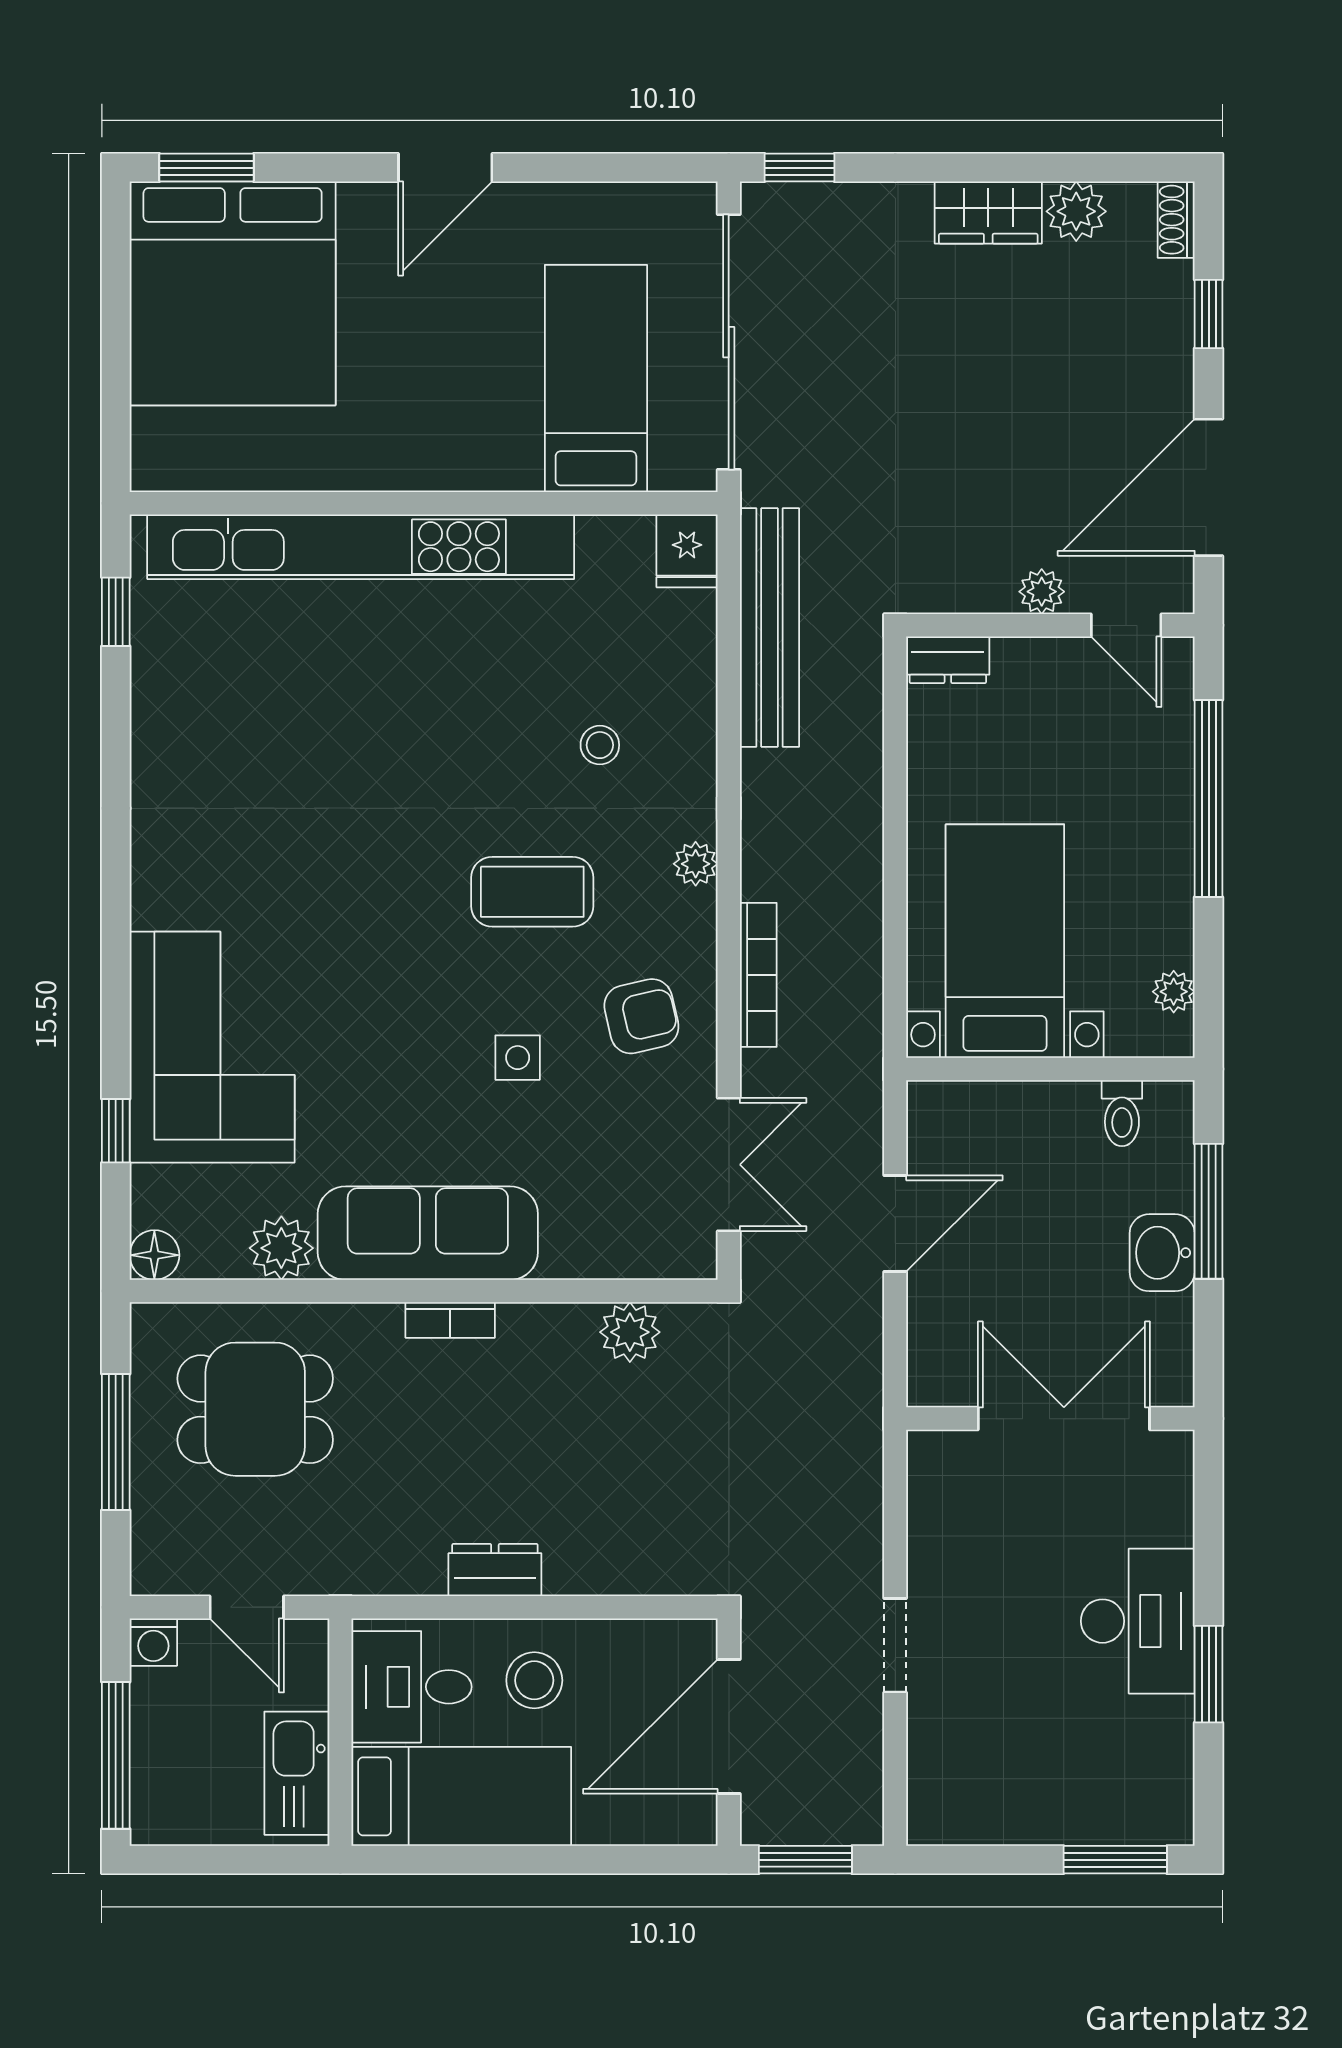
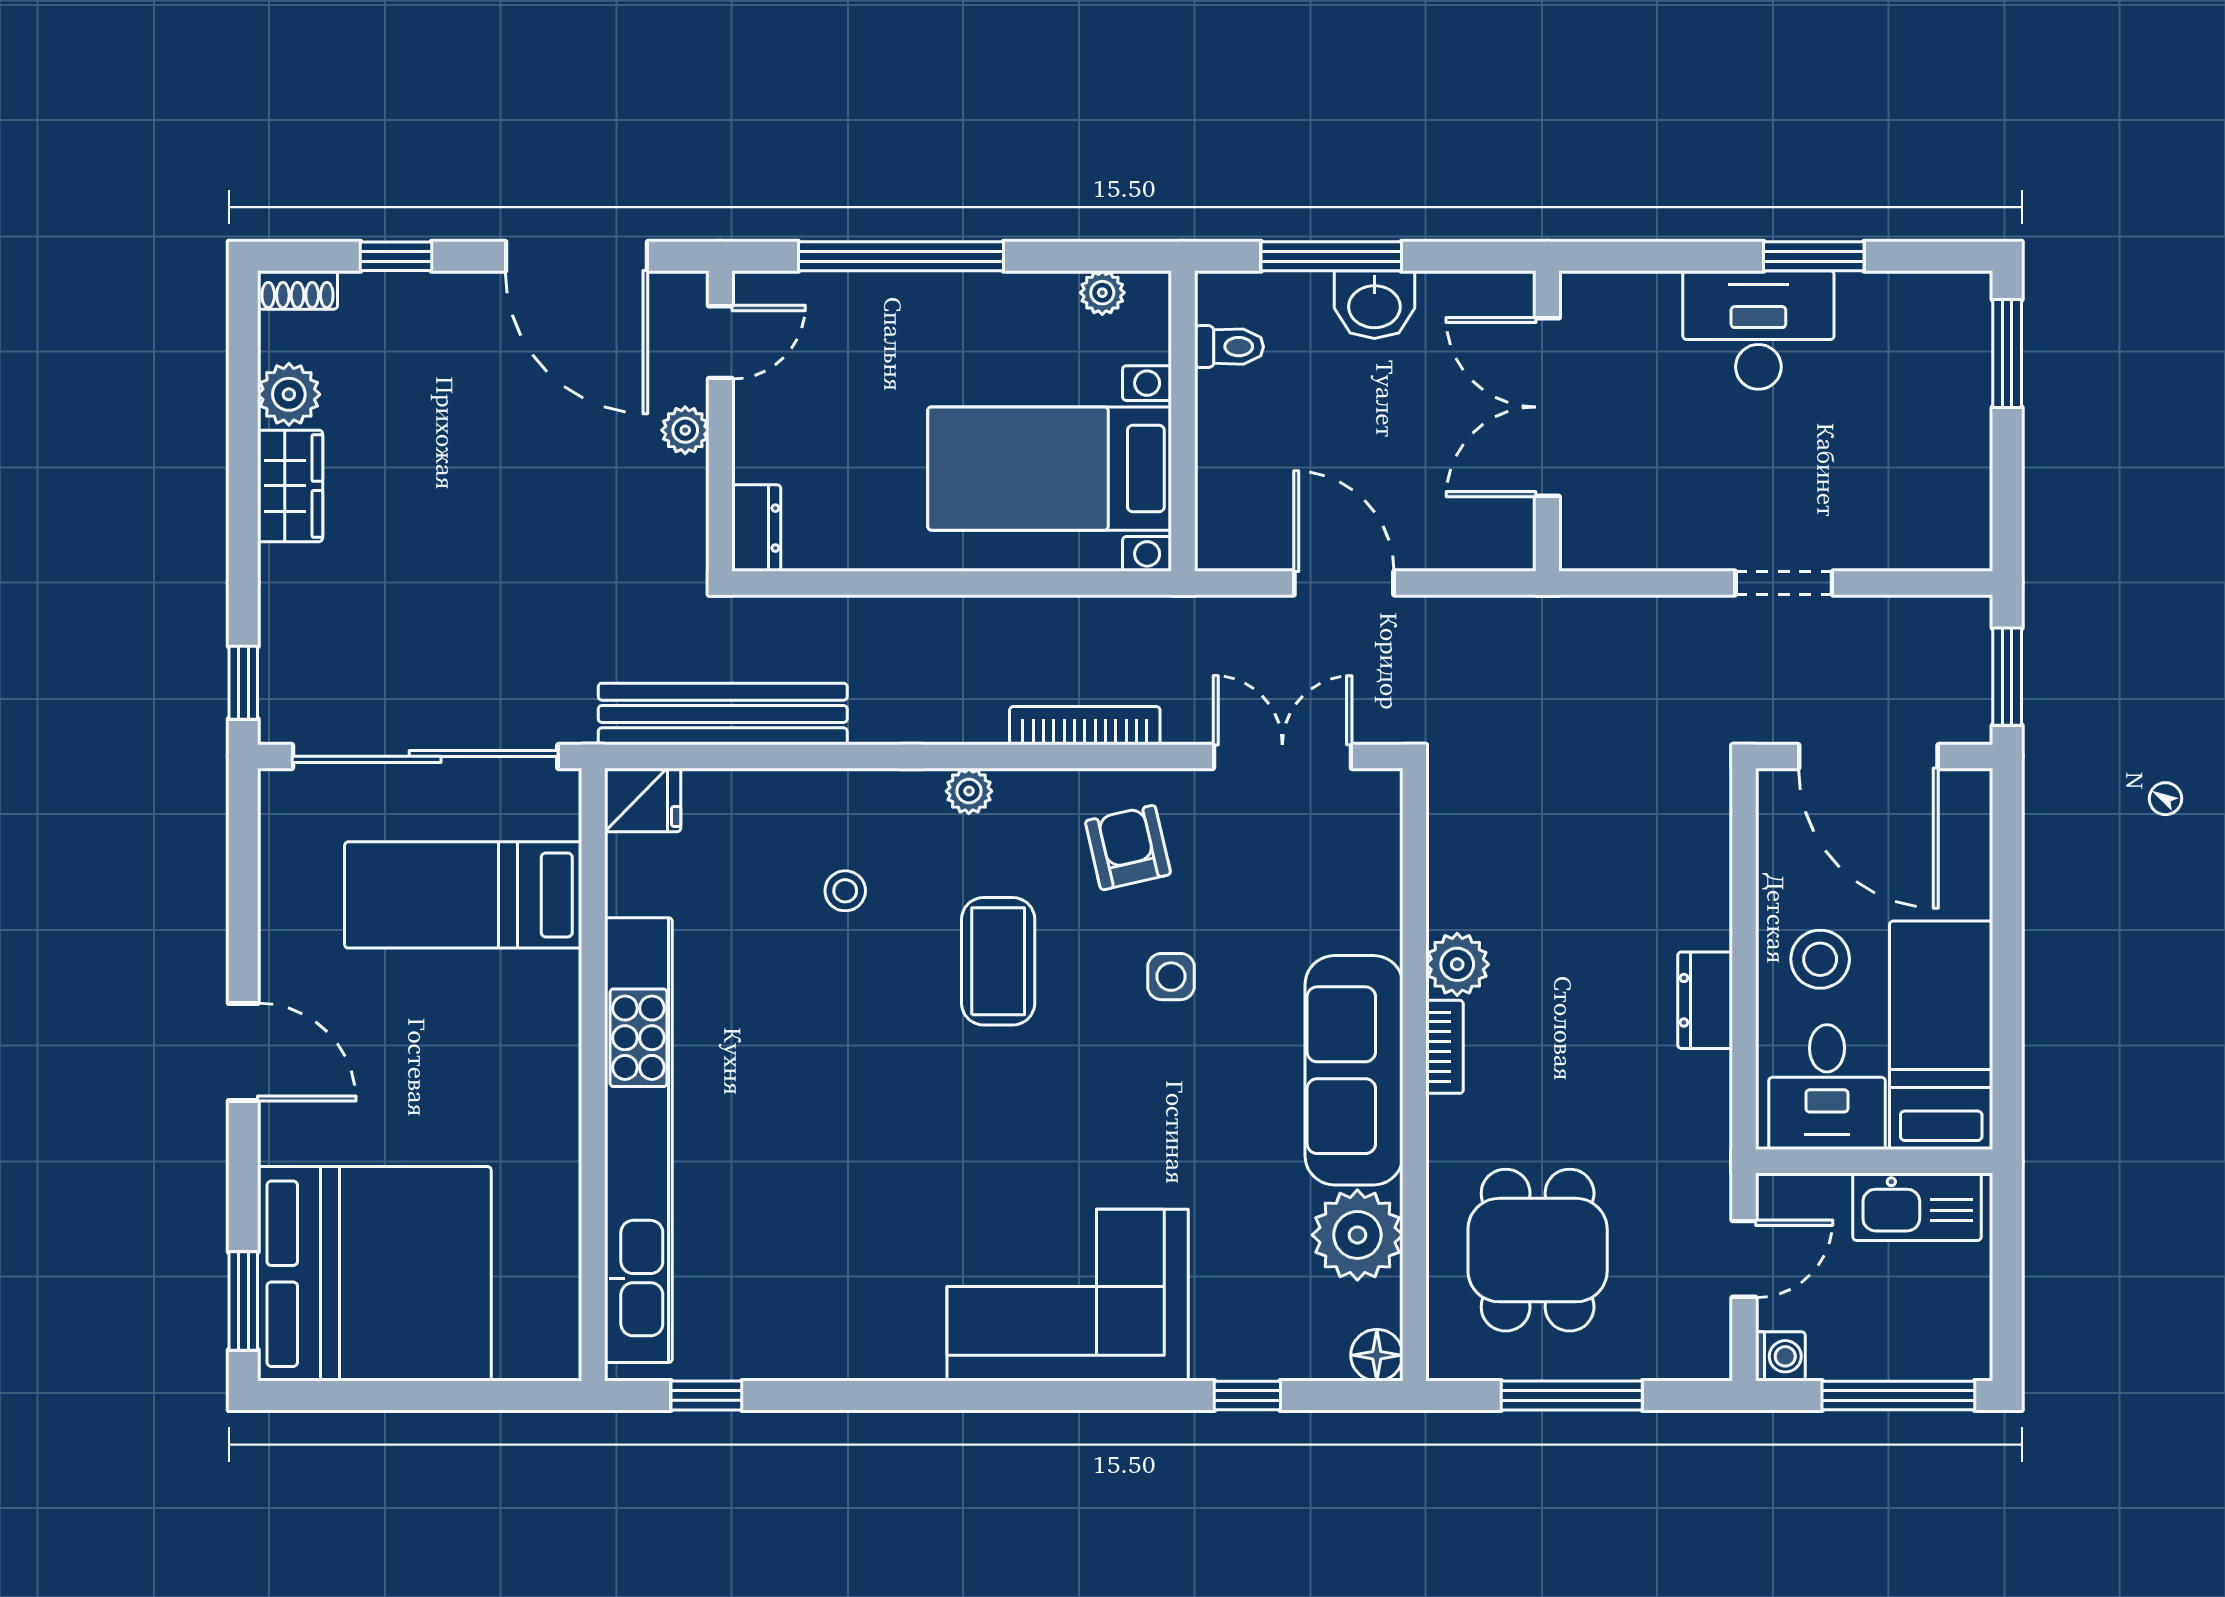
corner sofa: (212, 1047) -> (1068, 1295), moved
plant: (281, 1248) -> (1357, 1235), width x1.36, depth x1.36
plant: (630, 1332) -> (1457, 964), moved

